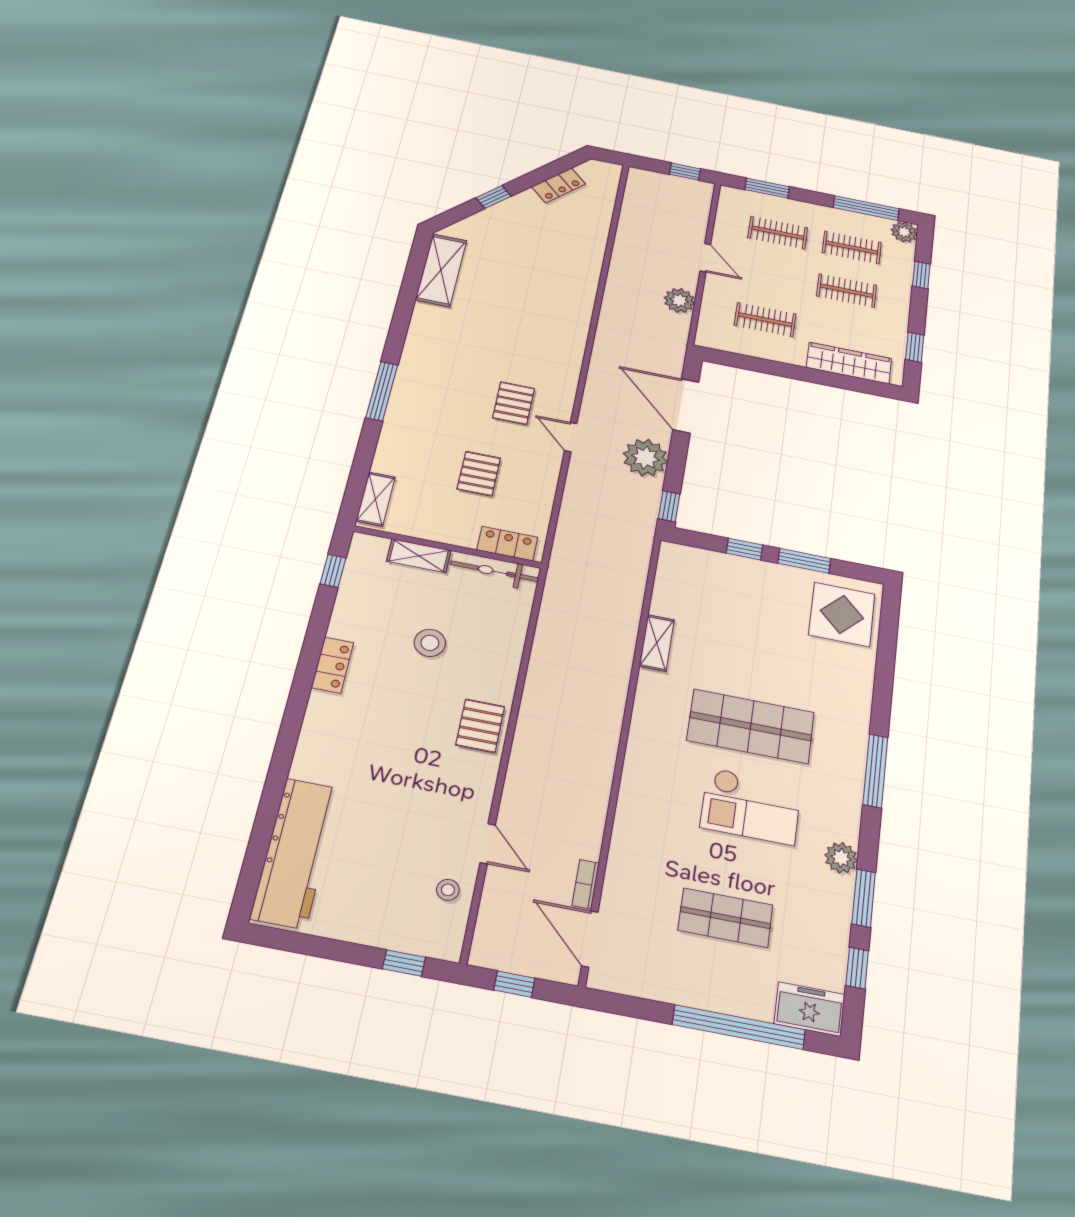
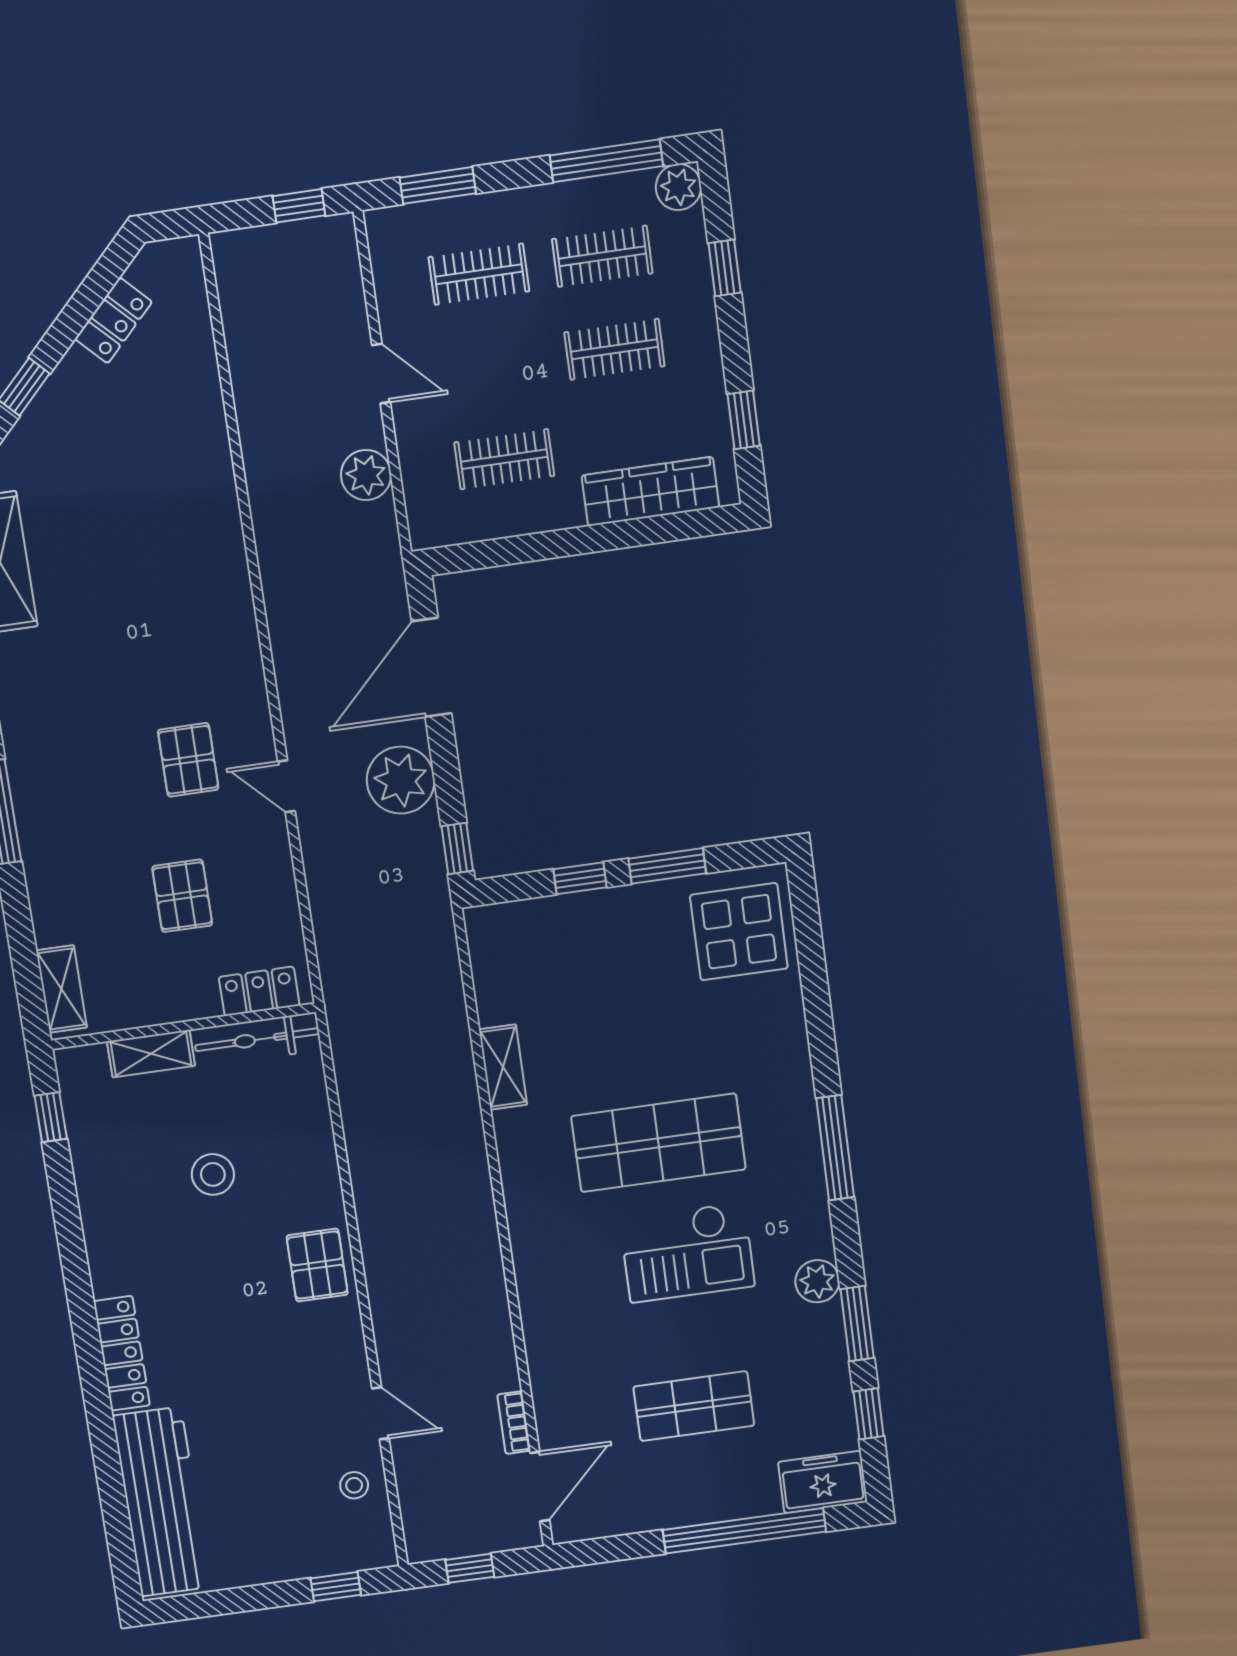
door: (686, 406) -> (432, 667), hinge flipped
locker: (333, 665) -> (122, 1353), moved, width x1.53
door: (590, 939) -> (540, 1487), swing flipped

